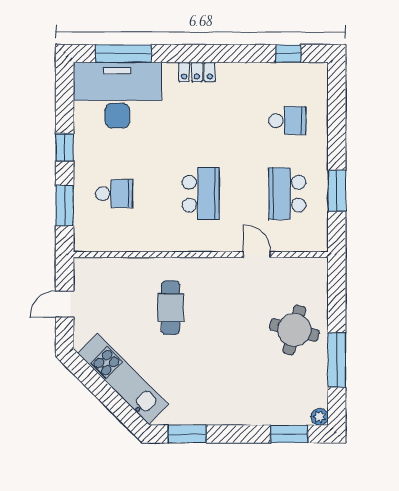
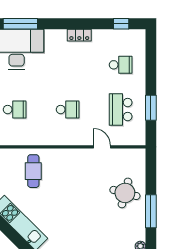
locker: (197, 72) -> (79, 35), moved
school desk: (201, 194) -> (68, 110), width x0.54
cafe table: (171, 308) -> (33, 171), moved

